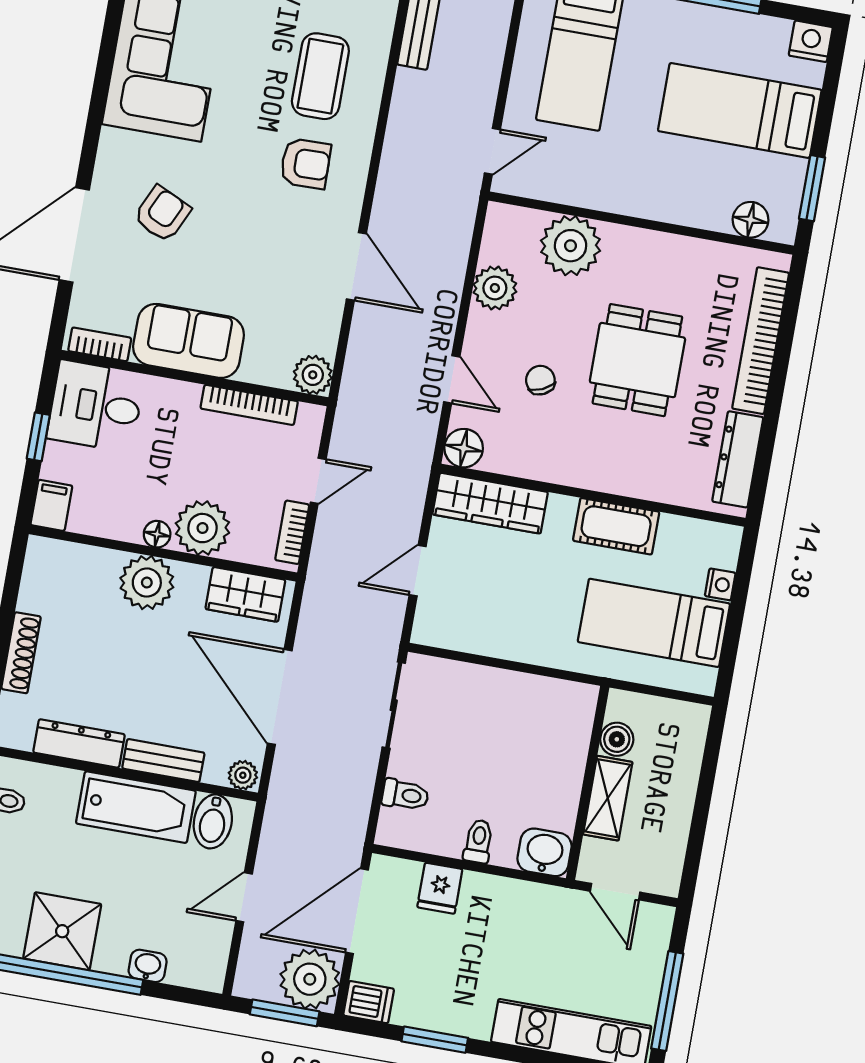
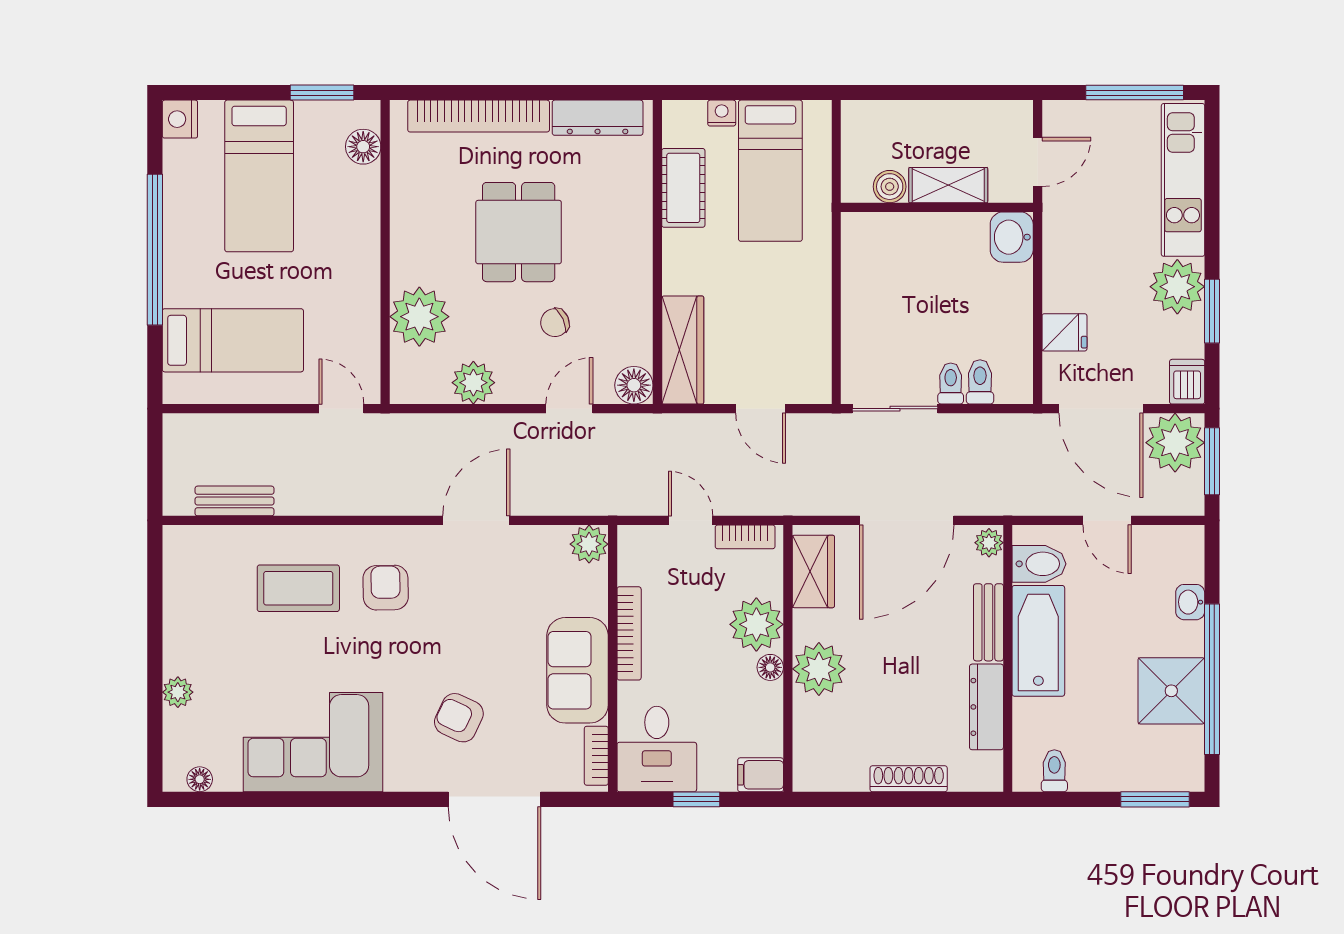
dining table: (637, 360) -> (519, 232), turned 90
bookcase: (249, 405) -> (629, 633), moved
cot: (616, 526) -> (683, 188), moved
toilet: (478, 841) -> (951, 383), moved, turned 90
plant: (465, 1009) -> (1177, 287), added

